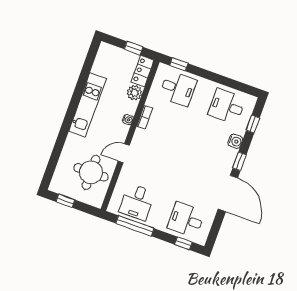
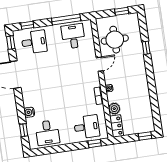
window: (133, 48) -> (145, 136), moved
desk: (178, 89) -> (87, 127), turned 180
kitchen unit: (87, 105) -> (141, 83), removed
desk: (227, 106) -> (47, 133), turned 90
window: (60, 143) -> (146, 48), added
window: (239, 161) -> (11, 43), moved

